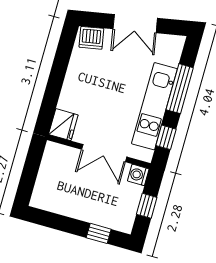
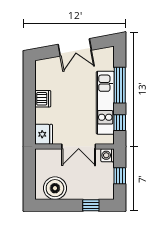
dishwasher: (91, 38) -> (43, 99), moved, turned -80
boiler: (59, 198) -> (55, 188), added

